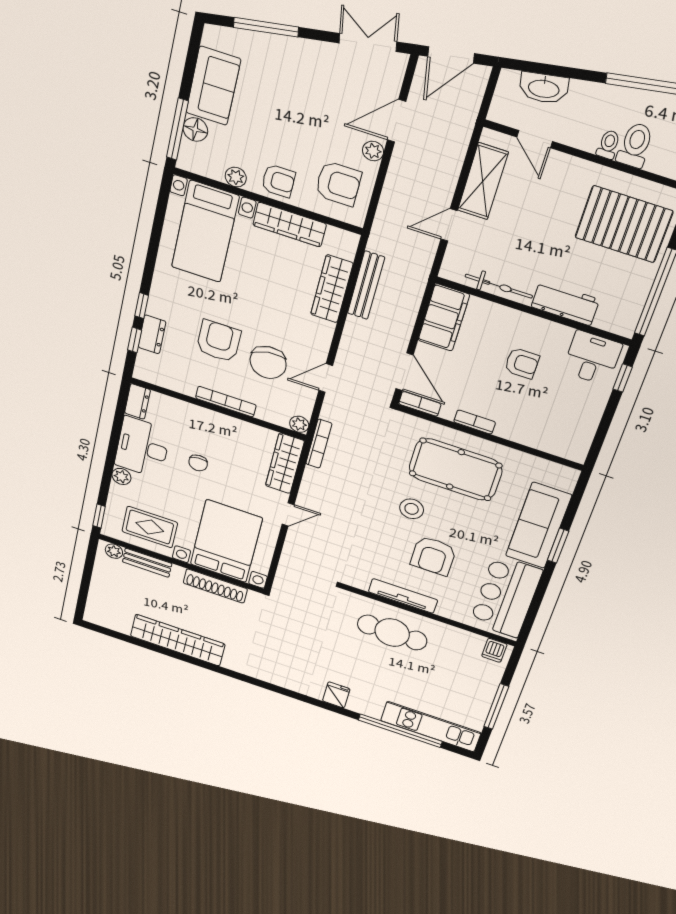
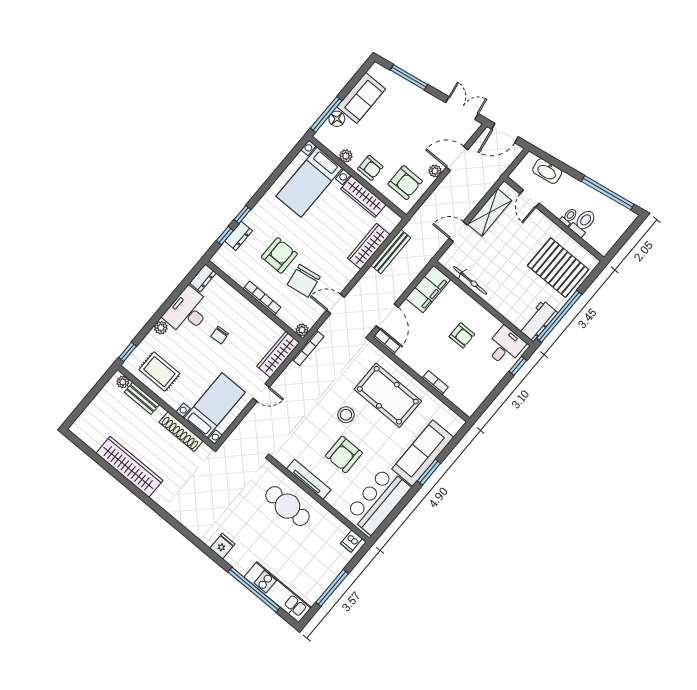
workbench: (565, 303) -> (538, 321), moved, turned -90
bookcase: (475, 422) -> (435, 383), moved
bed with nightstands: (226, 541) -> (215, 405), width x0.73

